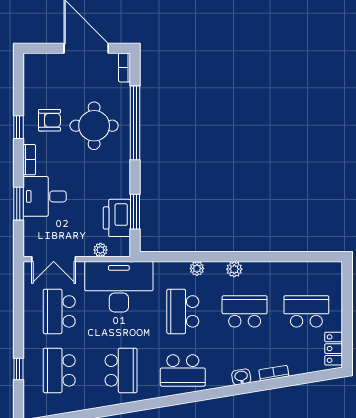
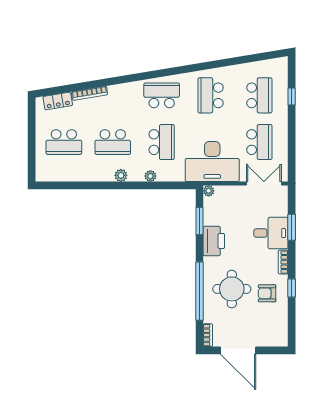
printer: (117, 218) -> (214, 241), moved
plant: (100, 250) -> (209, 191), moved
locker: (334, 349) -> (58, 101), moved, turned 81
bookcase: (274, 373) -> (90, 93), width x1.56
washbasin: (241, 377) -> (115, 90), removed

